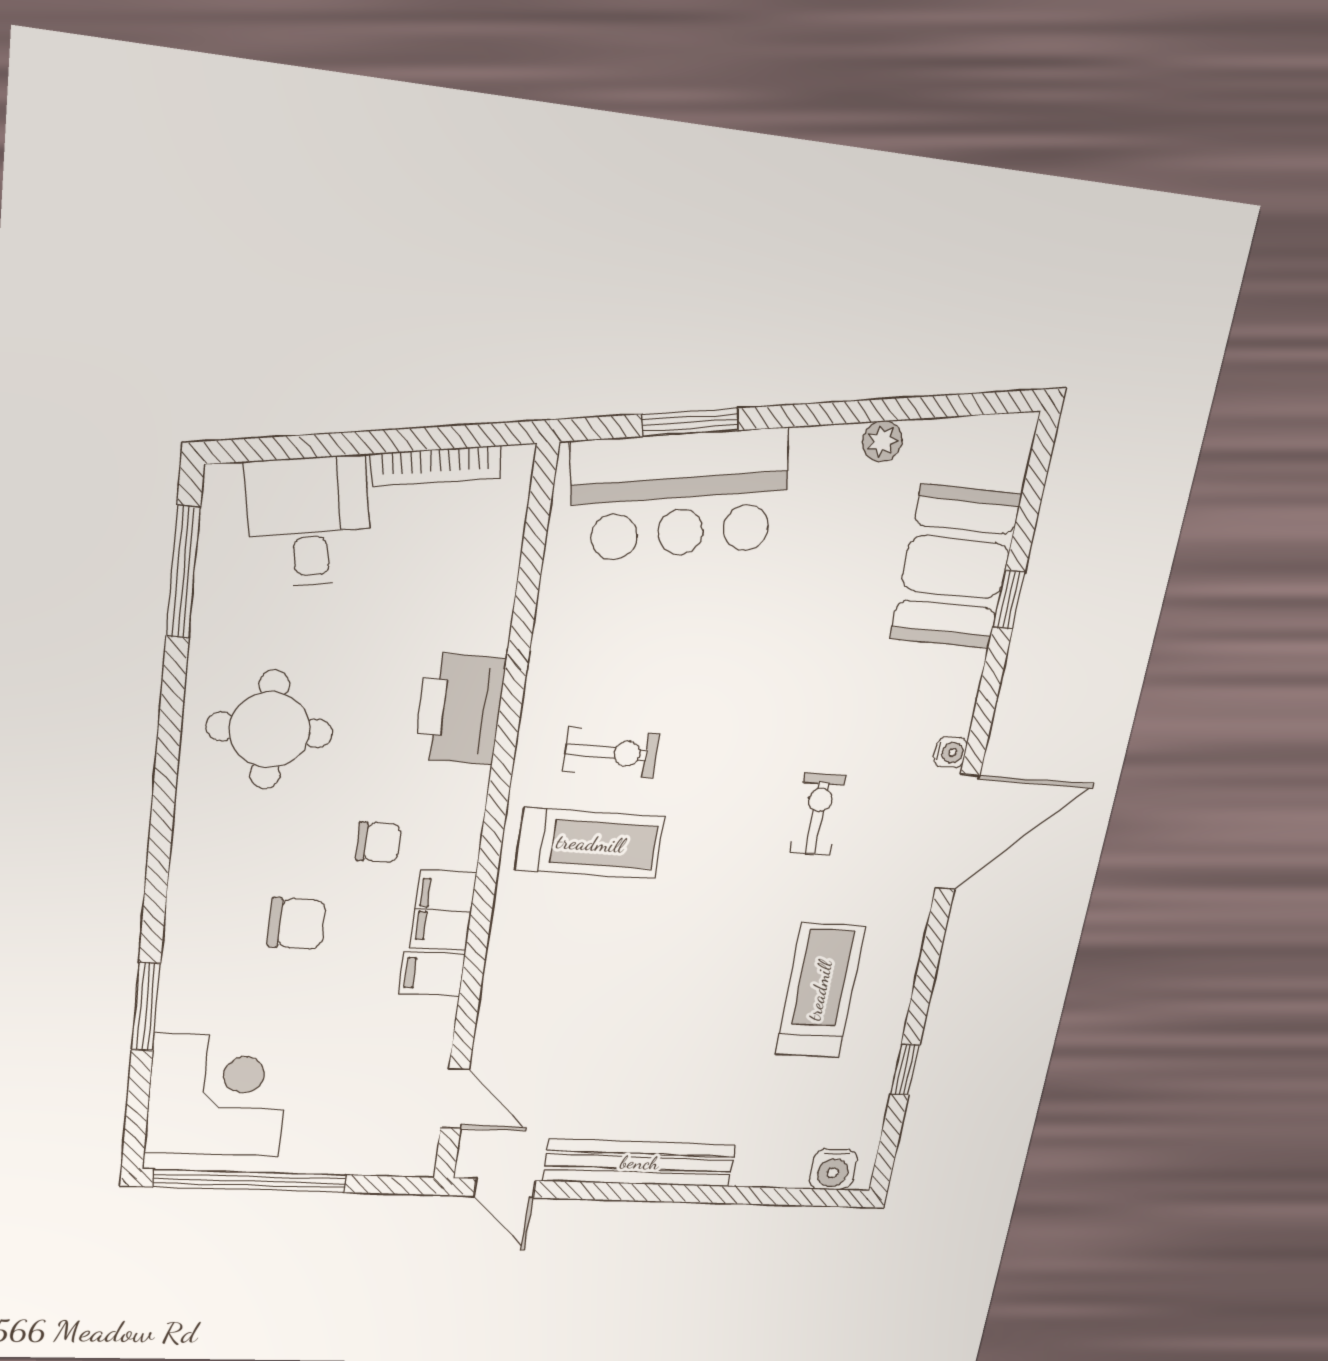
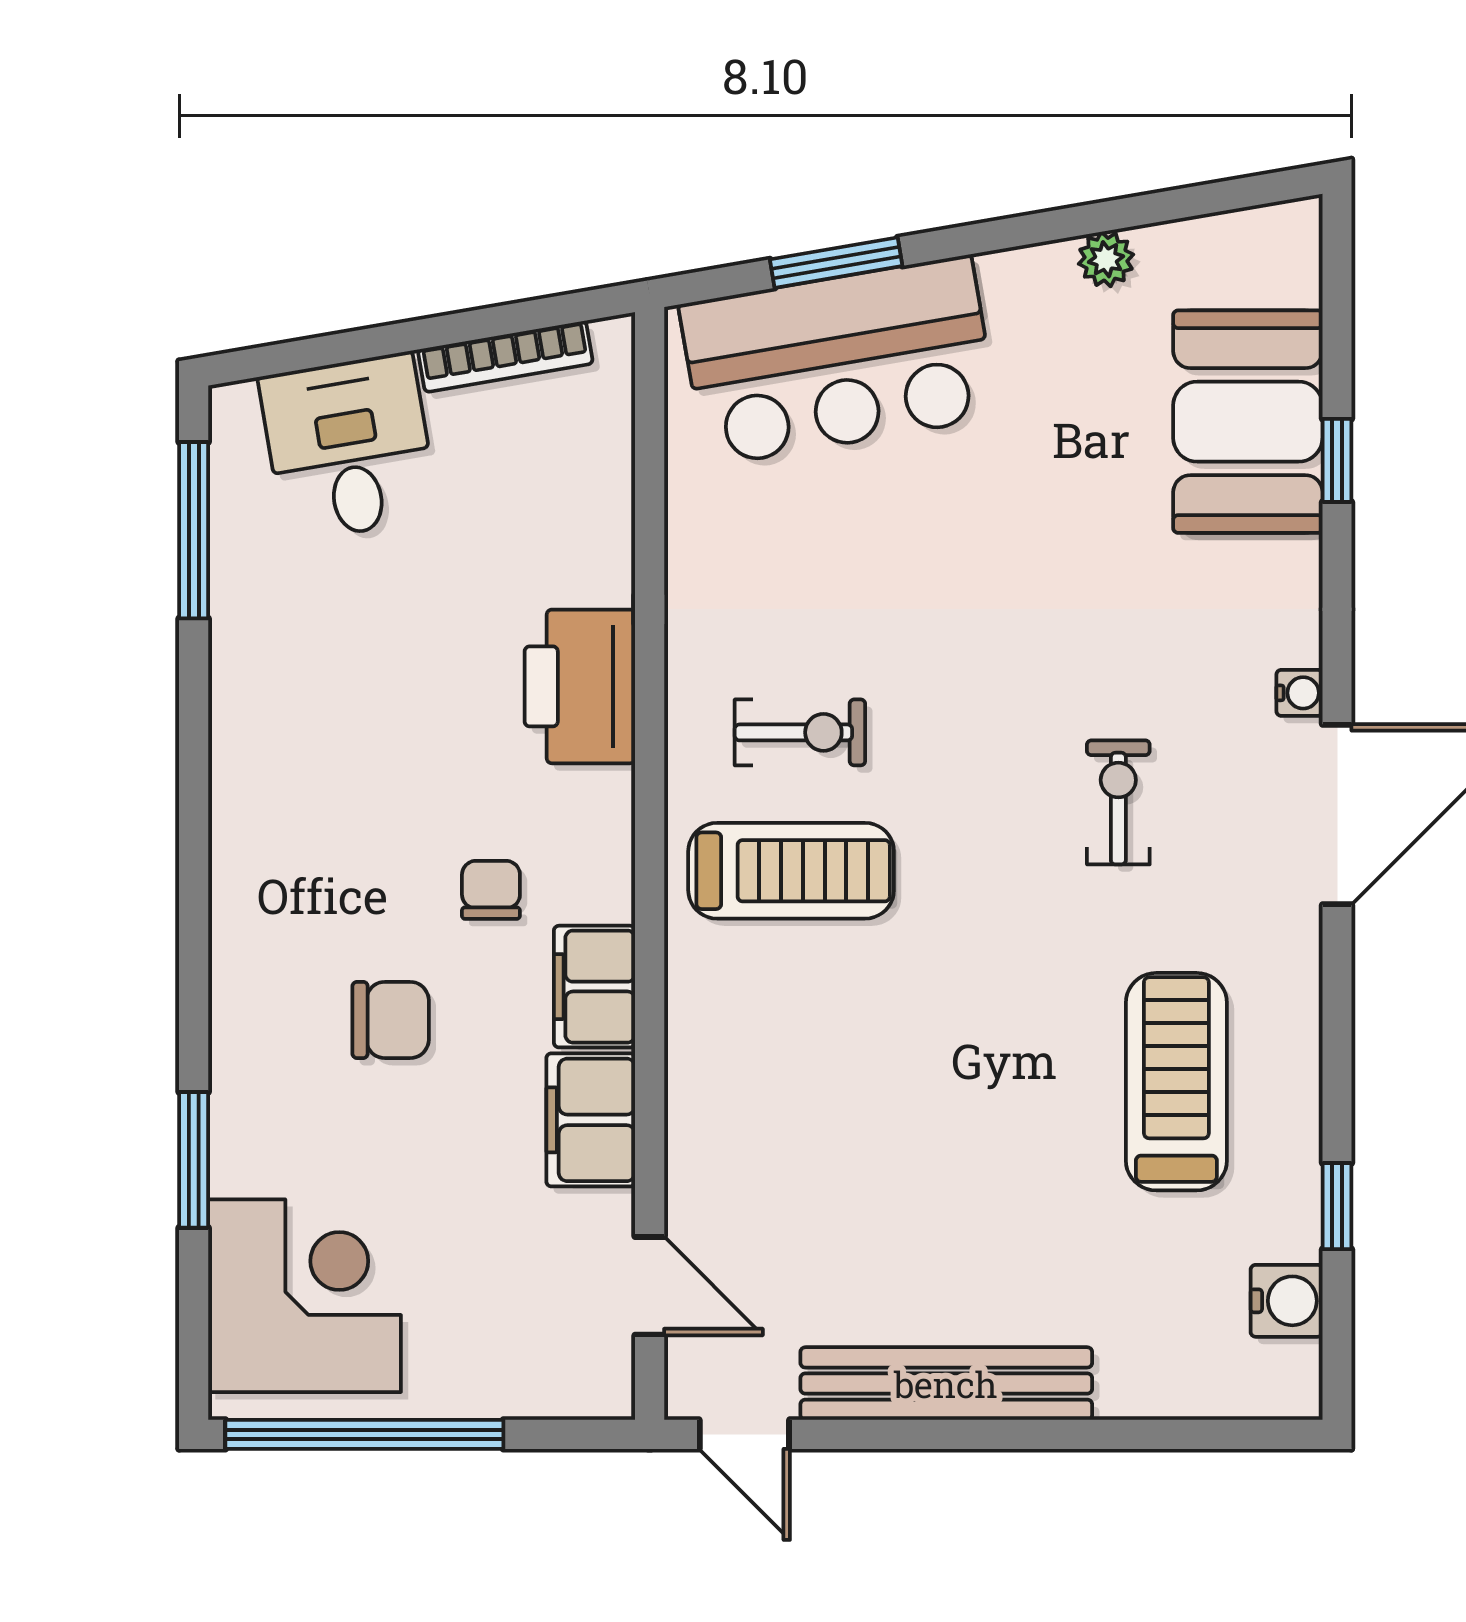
round table: (269, 730) -> (326, 737), removed
chair: (378, 842) -> (491, 890), turned -90
filing cabinet: (432, 974) -> (591, 1120), width x2.00
water cooler: (833, 1169) -> (1287, 1301), moved, turned -90

